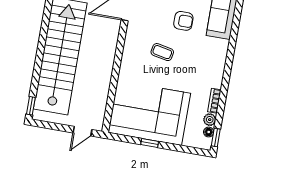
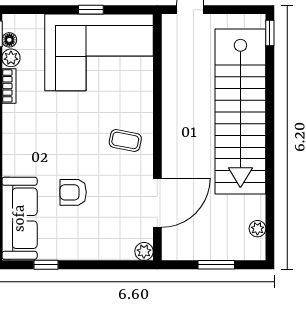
coffee table: (162, 52) -> (125, 140), moved

